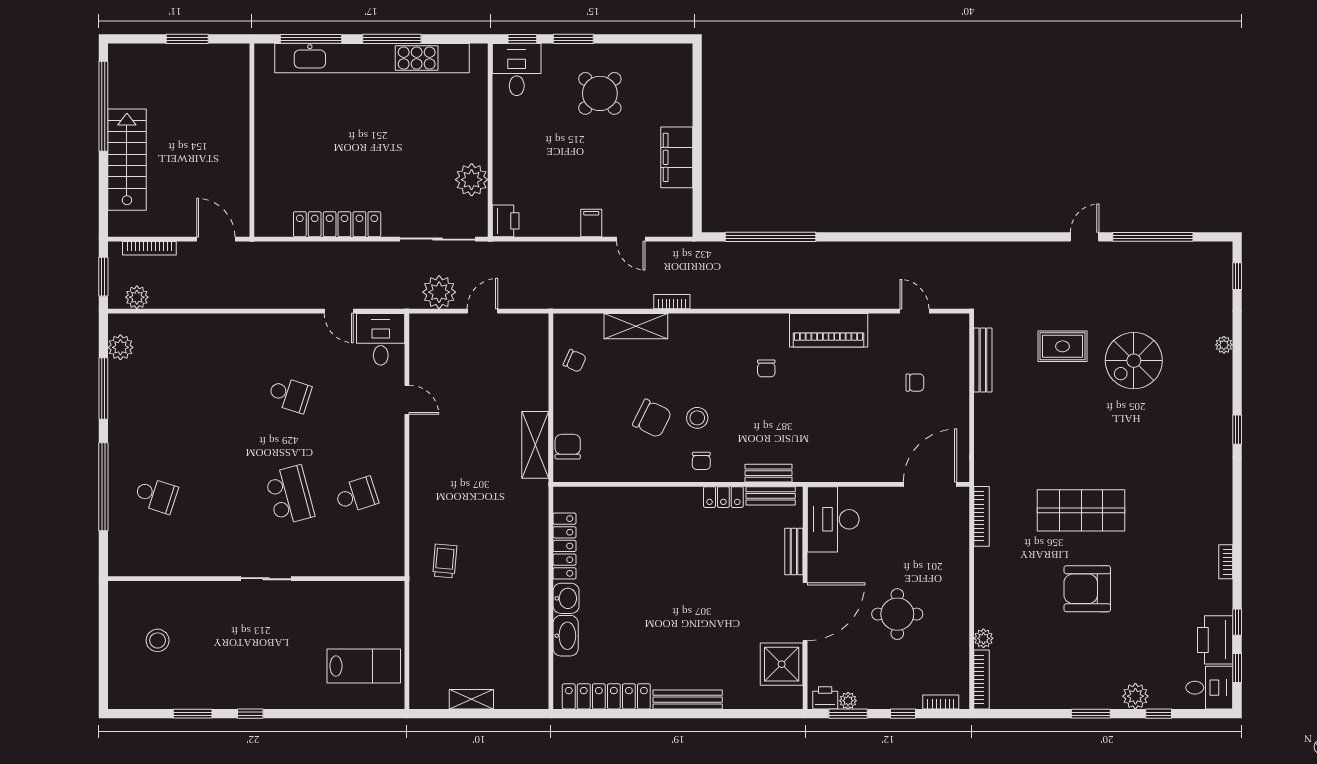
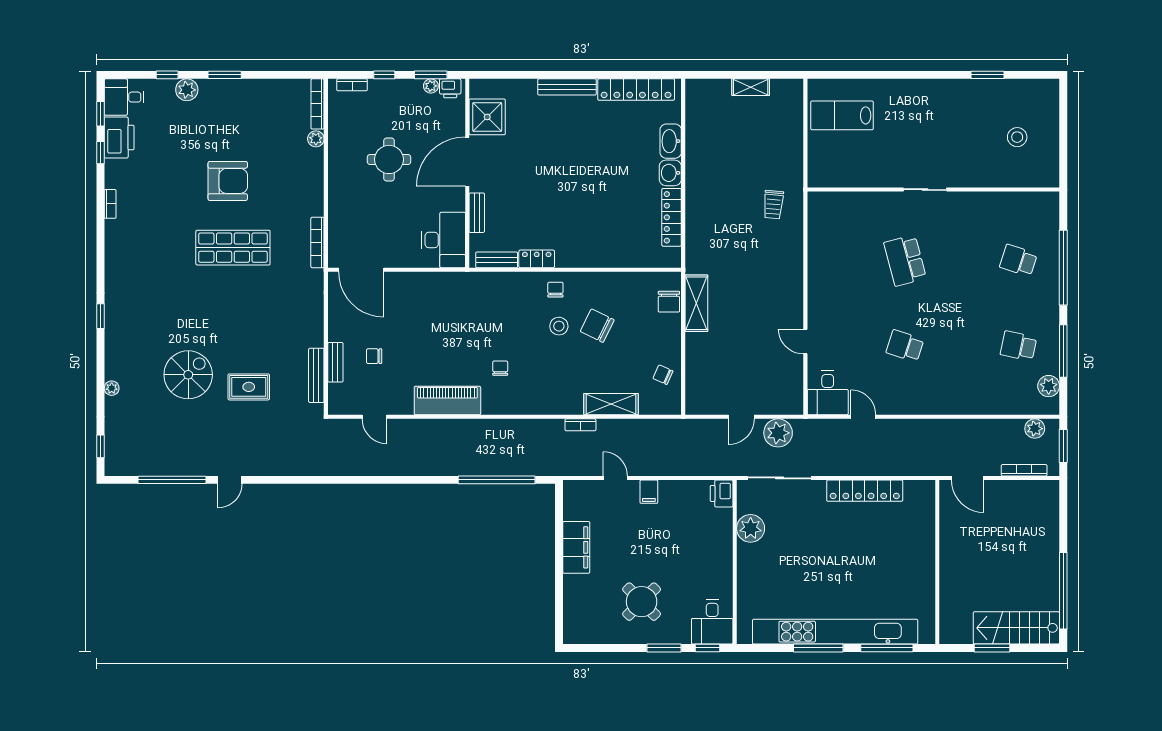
stairs: (127, 160) -> (1016, 628), moved, turned 90
bench: (768, 473) -> (335, 362), moved, turned 90
door: (930, 484) -> (361, 270), hinge flipped
school desk: (356, 495) -> (1018, 346), moved, turned 30
window: (250, 714) -> (938, 75), removed

